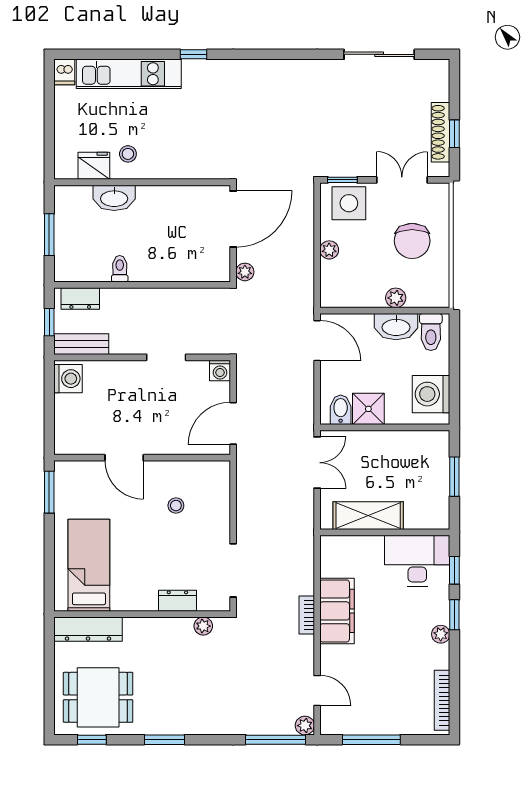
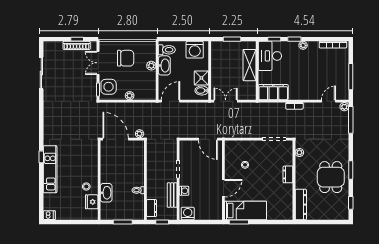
kitchen unit: (129, 74) -> (50, 169), moved
bench: (81, 344) -> (172, 195), moved
washing machine: (220, 370) -> (184, 191), moved
shelving: (368, 516) -> (250, 65), moved
bed: (89, 565) -> (245, 211), moved, turned 180
dresser: (177, 601) -> (288, 174), moved
filing cabinet: (337, 611) -> (273, 92), moved
dining table: (98, 697) -> (331, 177), moved

